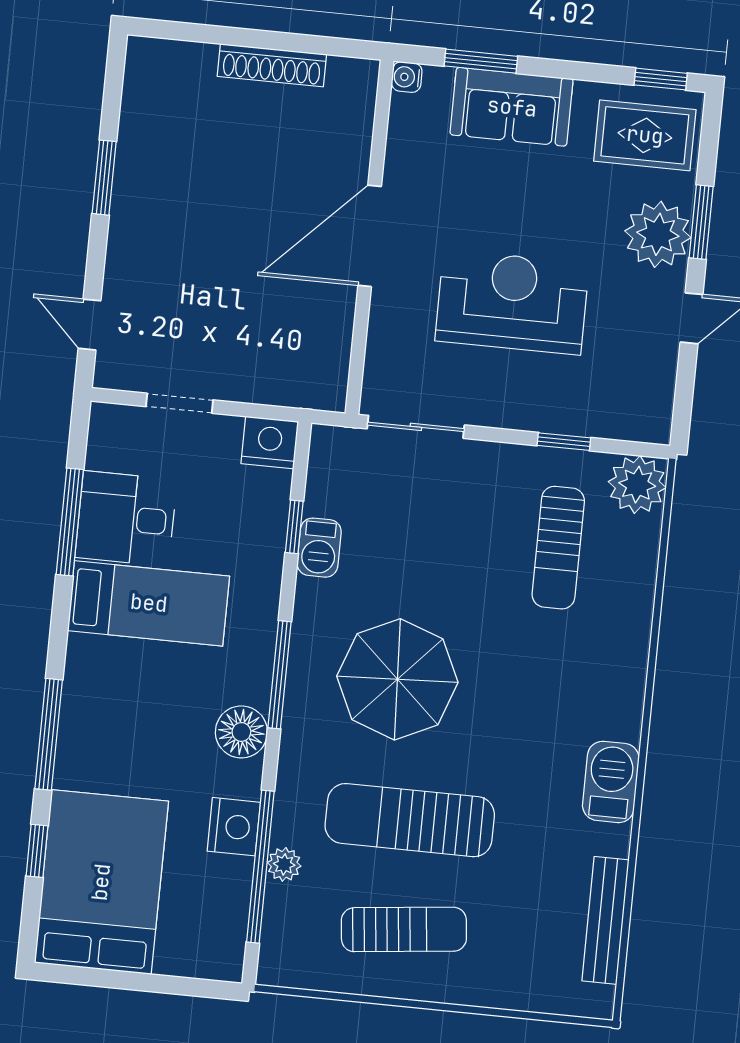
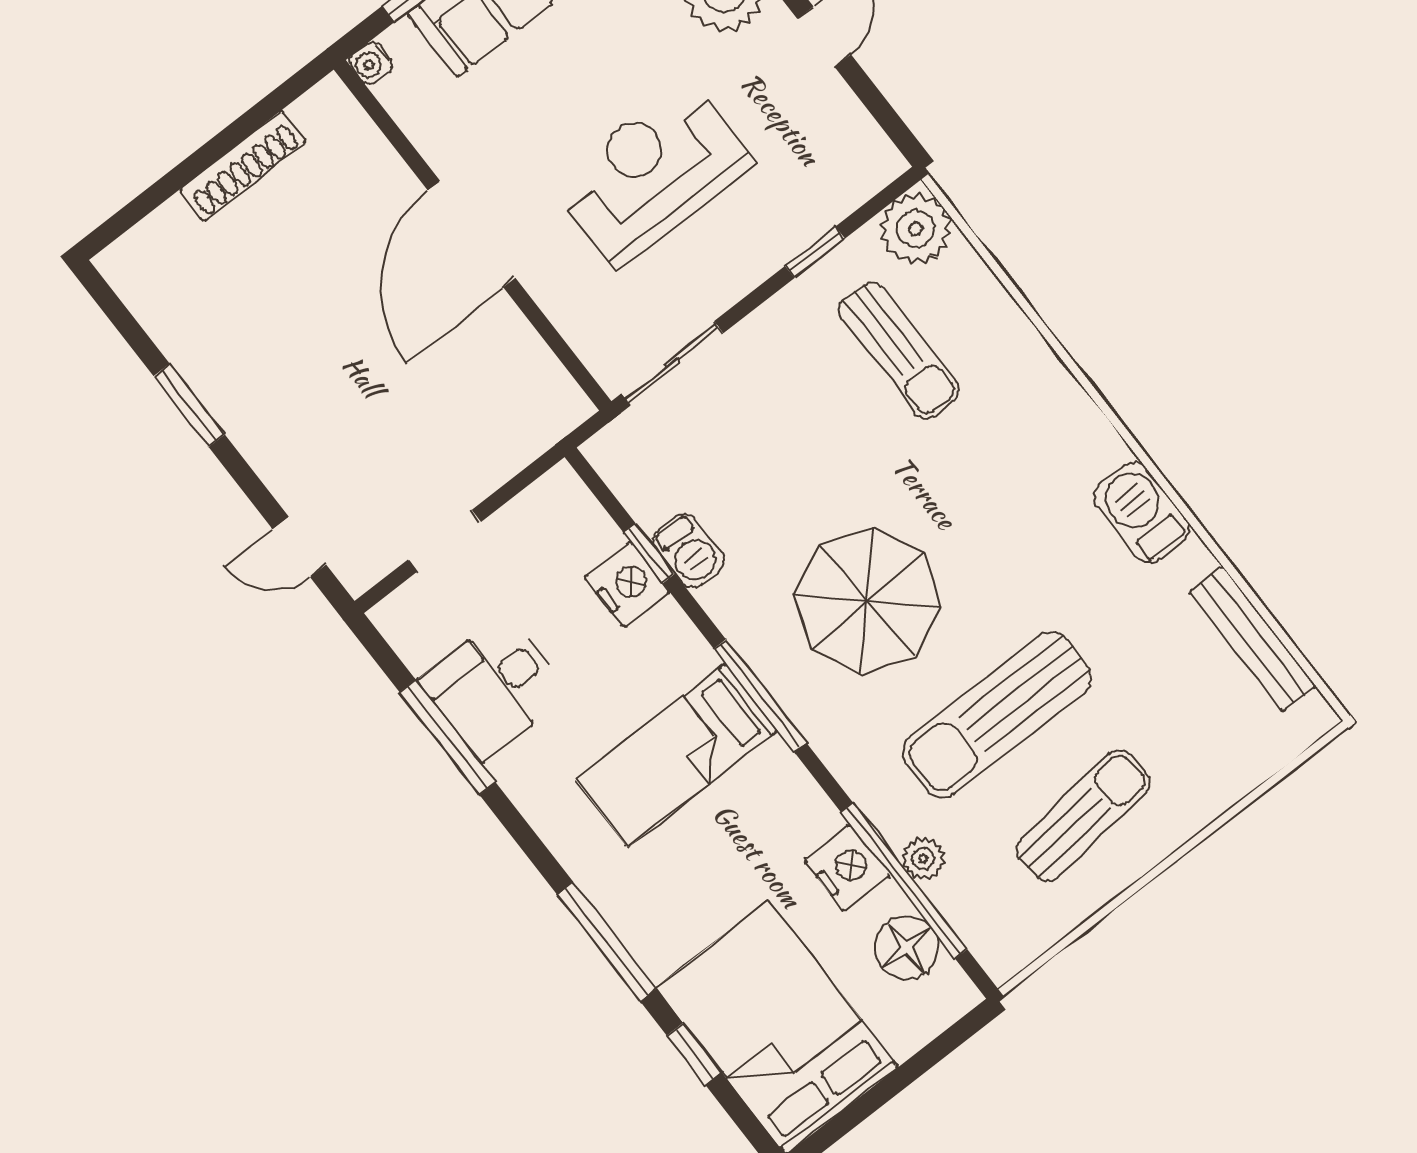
nightstand: (270, 443) -> (627, 585), moved, turned 90
bed: (149, 603) -> (676, 755), moved, turned 180
floor lamp: (241, 732) -> (906, 948), moved

